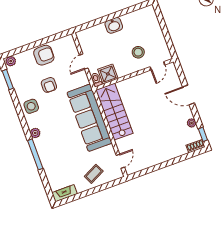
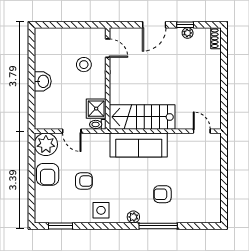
armchair: (44, 55) -> (48, 174), turned 180
plant: (11, 61) -> (46, 144), moved, width x1.87, depth x1.87
sofa: (89, 118) -> (139, 145), width x0.74, depth x0.79
window: (203, 134) -> (185, 25), moved
armchair: (61, 149) -> (162, 194), added
coffee table: (94, 174) -> (205, 167), removed
fireplace: (65, 193) -> (215, 209), removed

